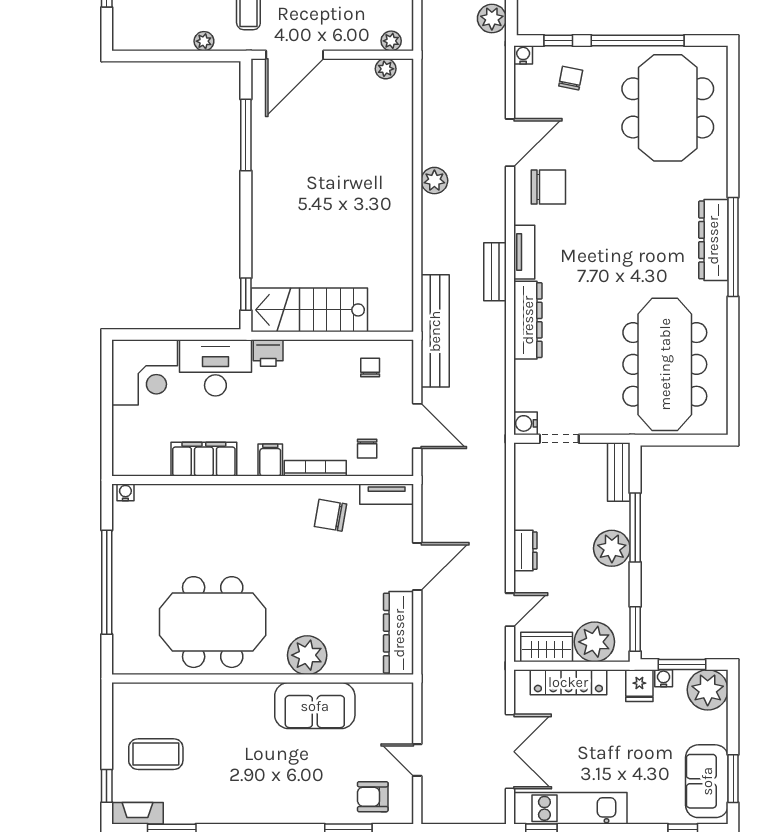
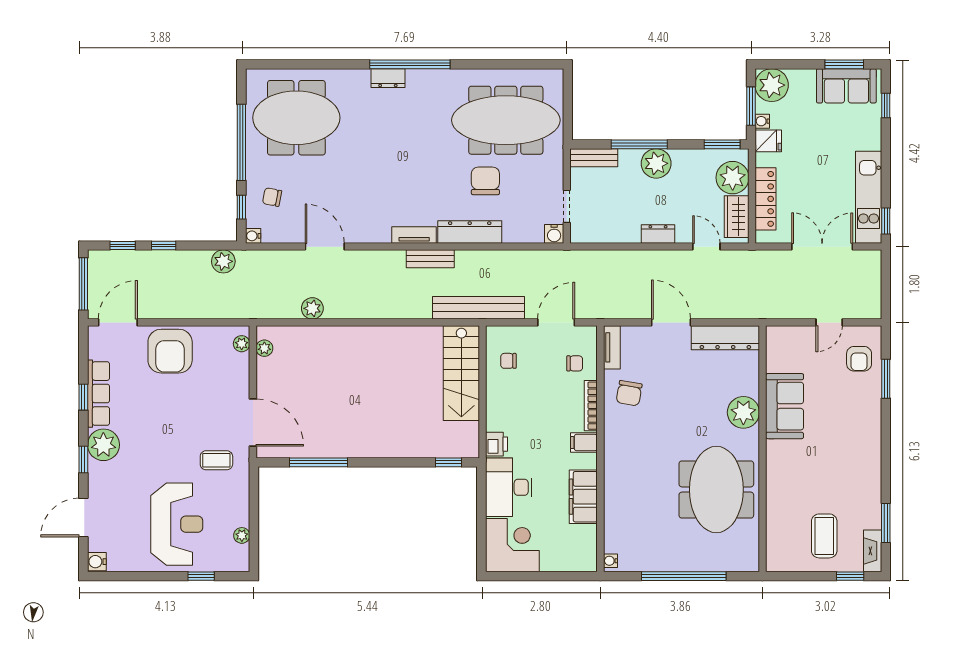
plant: (204, 41) -> (242, 535), moved
plant: (434, 181) -> (312, 308), moved
chair: (548, 187) -> (485, 181), moved
dresser: (713, 240) -> (388, 78), width x0.51, depth x0.80
stairs: (309, 310) -> (461, 373), moved

